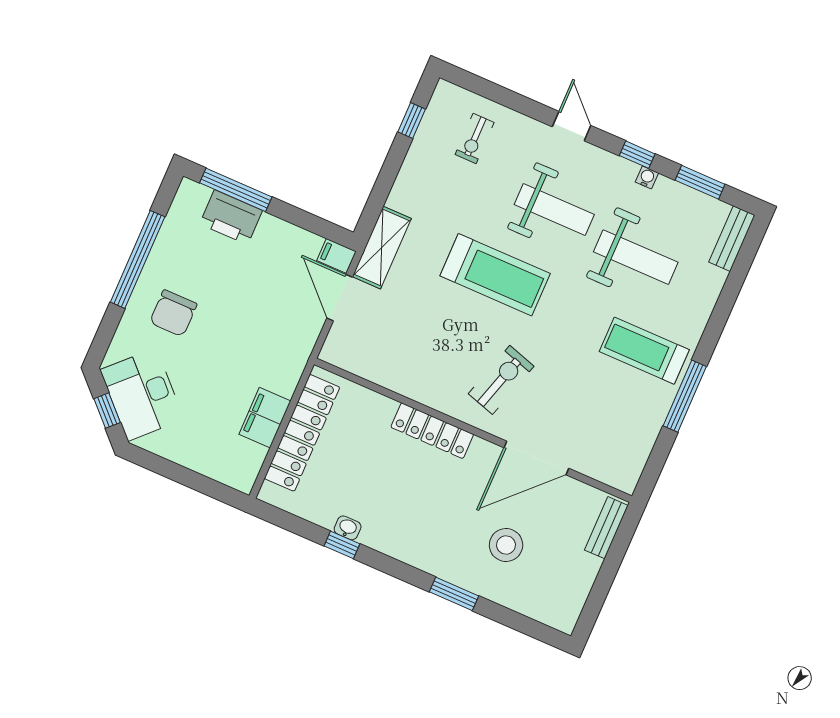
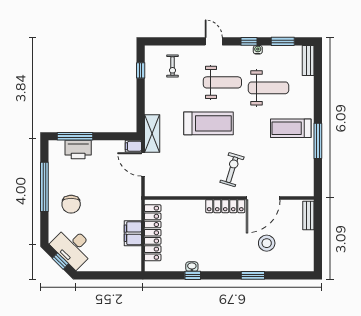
locker: (432, 431) -> (225, 206), moved

